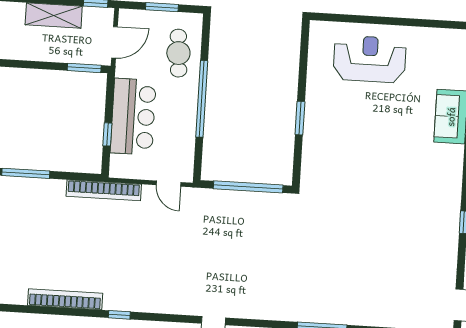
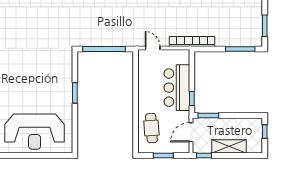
reception desk: (370, 59) -> (35, 132), width x1.36, depth x1.30
window: (202, 99) -> (136, 101), removed
window: (107, 134) -> (192, 99), moved

